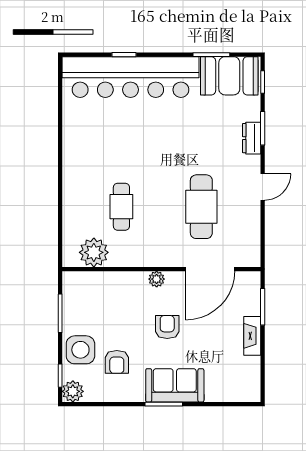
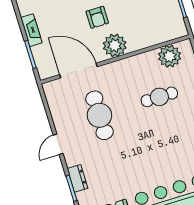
cafe table: (121, 207) -> (159, 97), turned 90
door: (210, 269) -> (78, 71), hinge flipped
plant: (157, 279) -> (115, 45), width x1.88, depth x1.88

